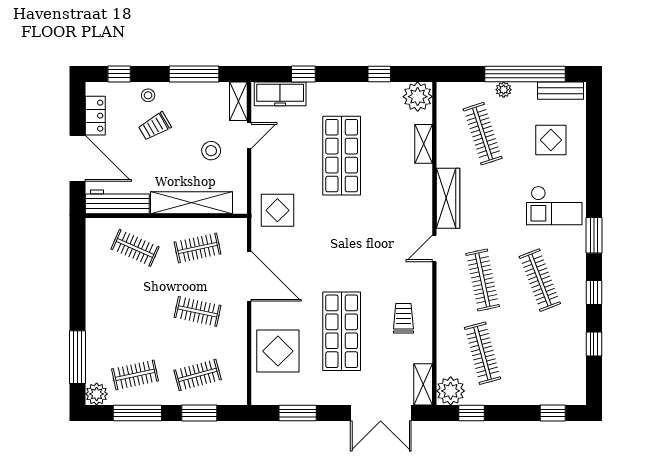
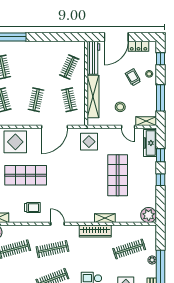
window: (379, 74) -> (160, 180), moved
shelving: (424, 144) -> (105, 218), moved
shop shelf: (342, 156) -> (118, 175), turned 90
door: (434, 248) -> (58, 224), moved

